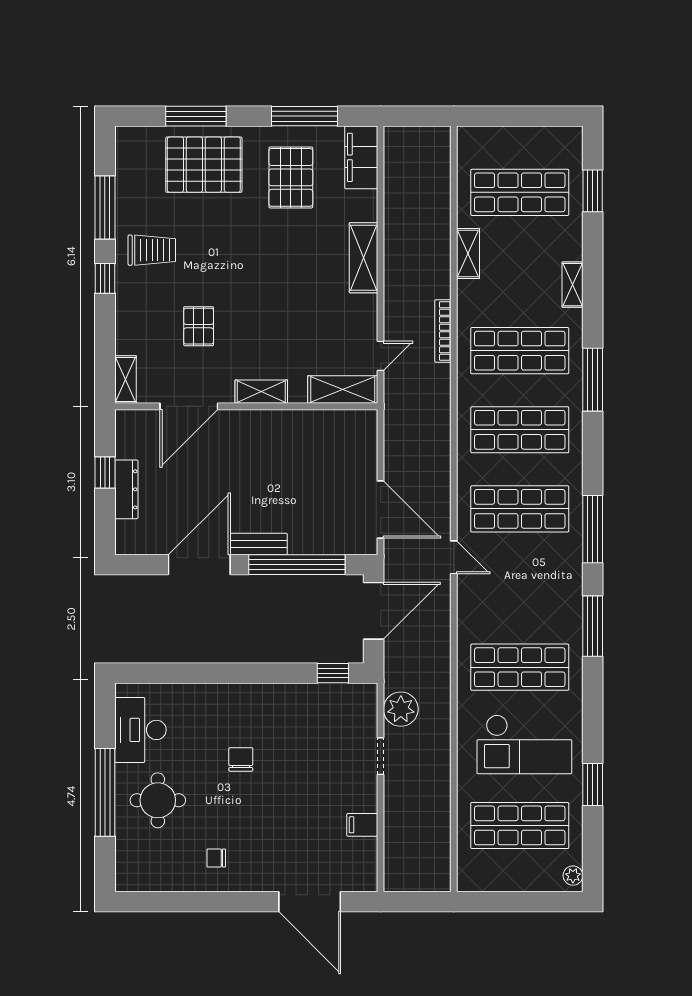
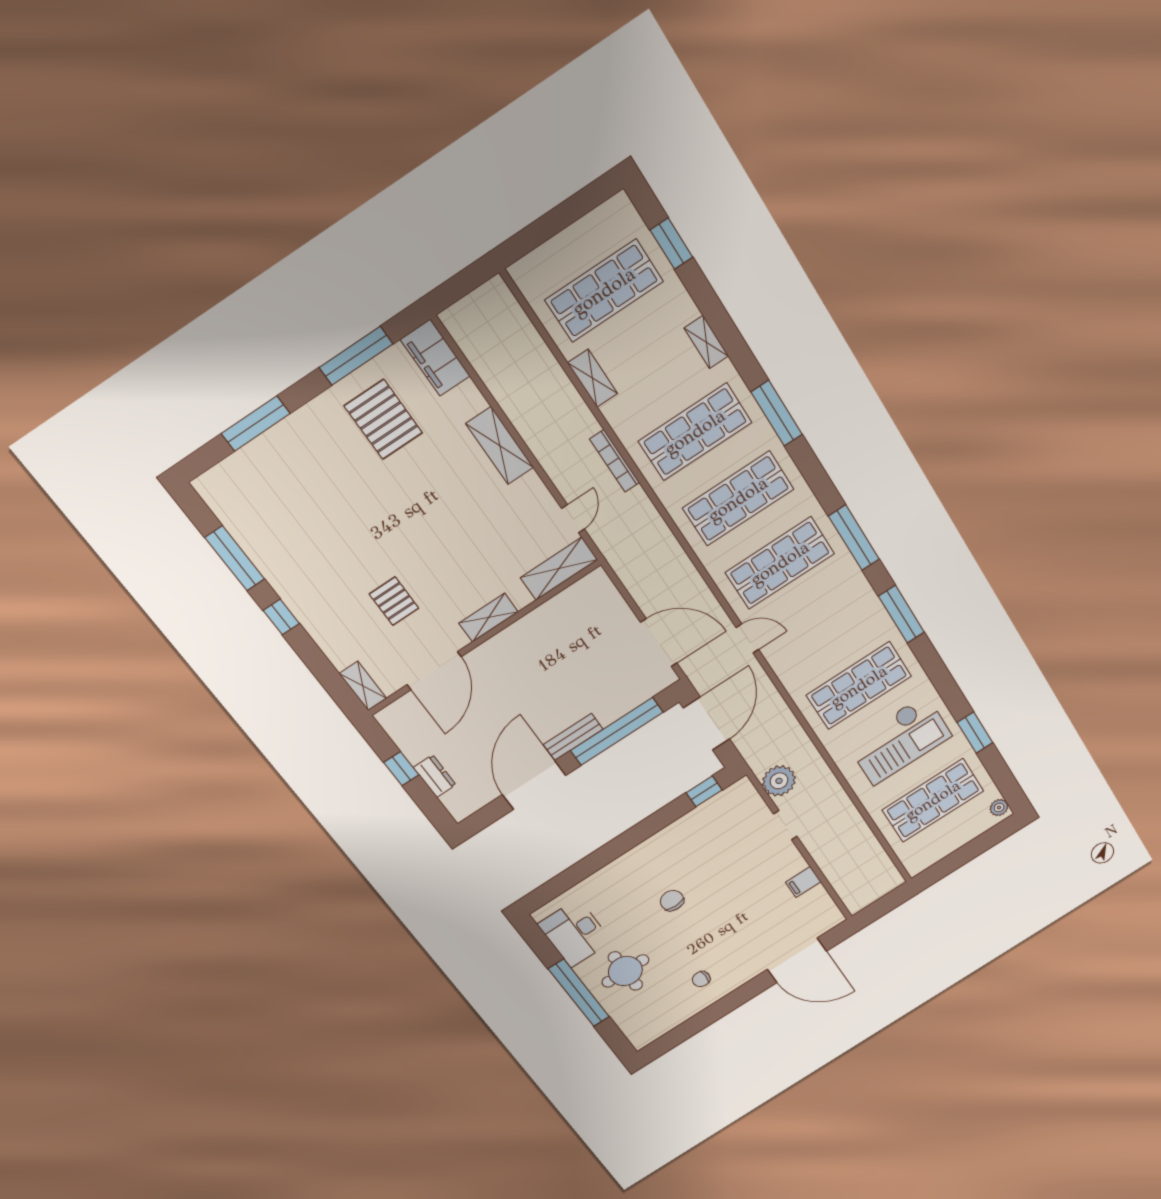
pallet: (204, 165) -> (296, 462), removed
trolley: (152, 250) -> (305, 566), removed
dresser: (126, 489) -> (435, 776), width x0.70

